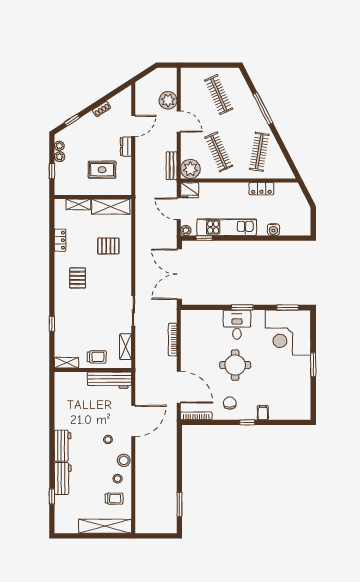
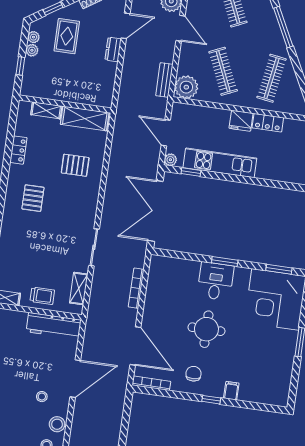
rug: (102, 170) -> (67, 36), moved, turned 90
fridge: (190, 190) -> (241, 121), moved
water cooler: (273, 230) -> (275, 174), removed

